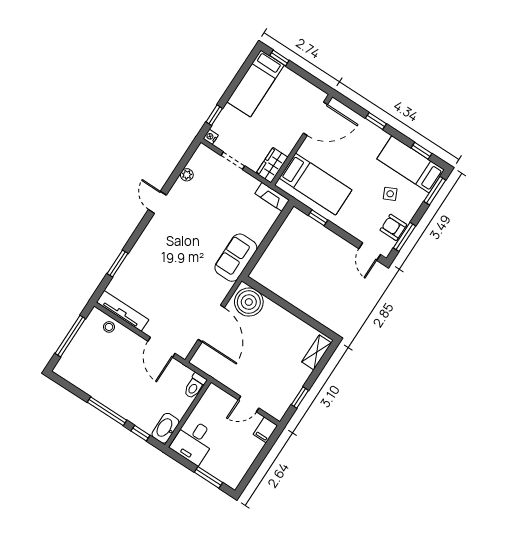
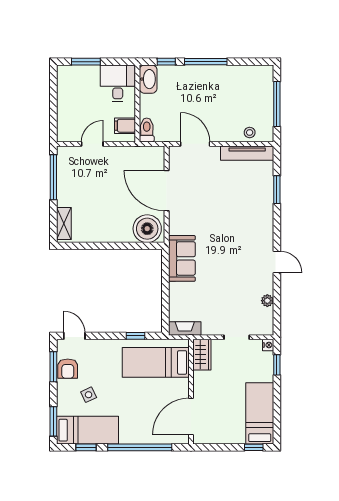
window: (376, 121) -> (140, 447), width x3.17
armchair: (393, 227) -> (68, 369), turned 90
window: (300, 397) -> (53, 177), width x2.17
filing cabinet: (265, 430) -> (125, 126), moved, turned -90

